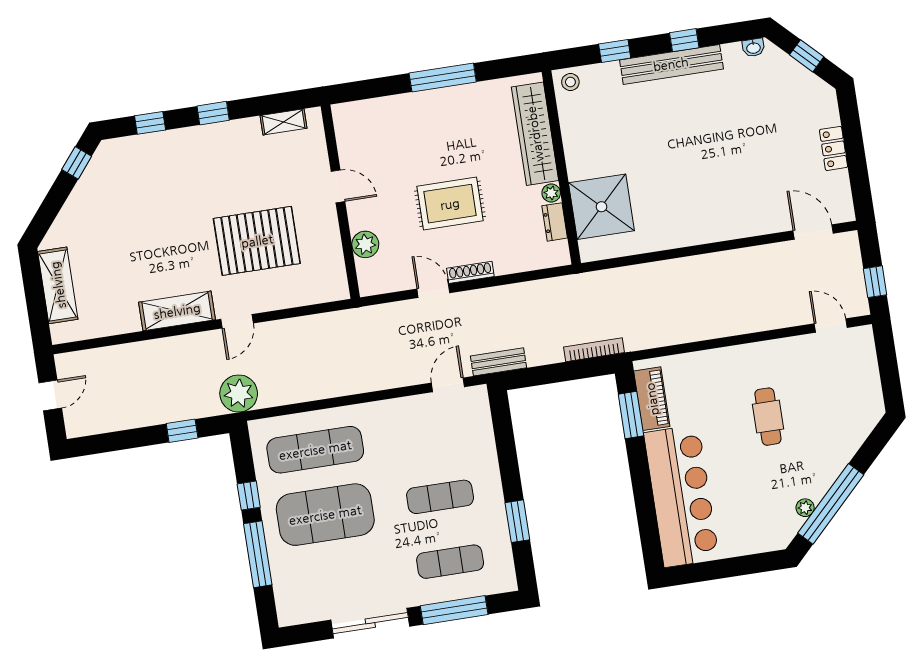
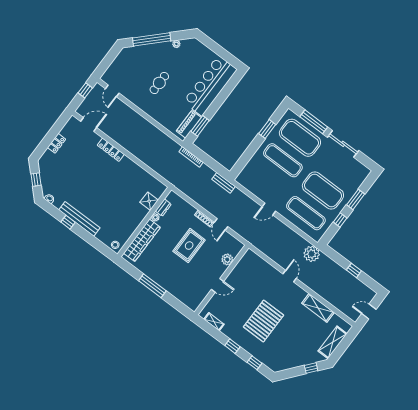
window: (615, 51) -> (92, 240), removed
window: (77, 163) -> (311, 368), moved
door: (338, 186) -> (218, 285), swing flipped
rug: (450, 204) -> (189, 246), turned 90
shower: (601, 207) -> (149, 201), width x0.54, depth x0.54
locker: (735, 228) -> (111, 150), added
door: (813, 232) -> (89, 125), swing flipped
pallet: (257, 241) -> (264, 321), moved, turned 90
shelving: (177, 311) -> (318, 308), moved
door: (237, 321) -> (290, 276), hinge flipped
door: (448, 385) -> (269, 209), moved
window: (182, 431) -> (354, 270), moved
exercise mat: (440, 497) -> (283, 160), width x1.36, depth x1.45
window: (831, 504) -> (152, 39), moved
window: (258, 554) -> (356, 199), width x0.69
exercise mat: (450, 562) -> (300, 138), width x2.00, depth x1.45

